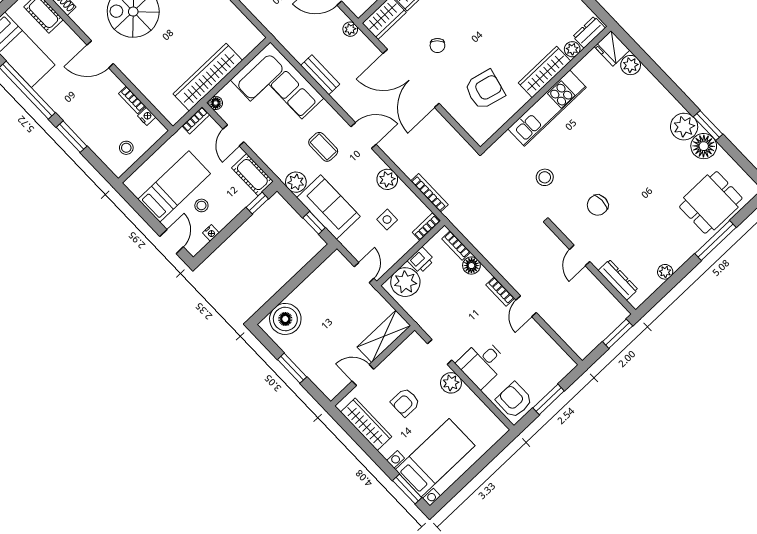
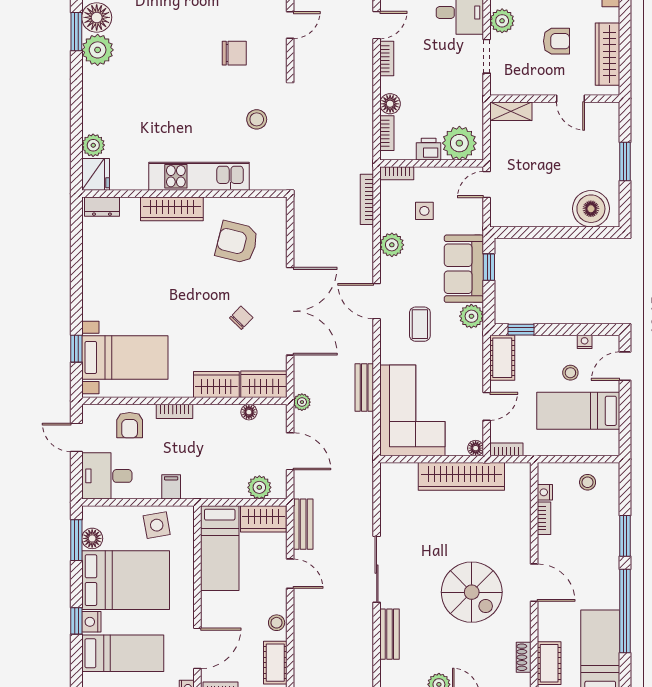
plant: (572, 49) -> (130, 206), removed
shelving: (384, 336) -> (511, 111), width x0.67, depth x0.75

